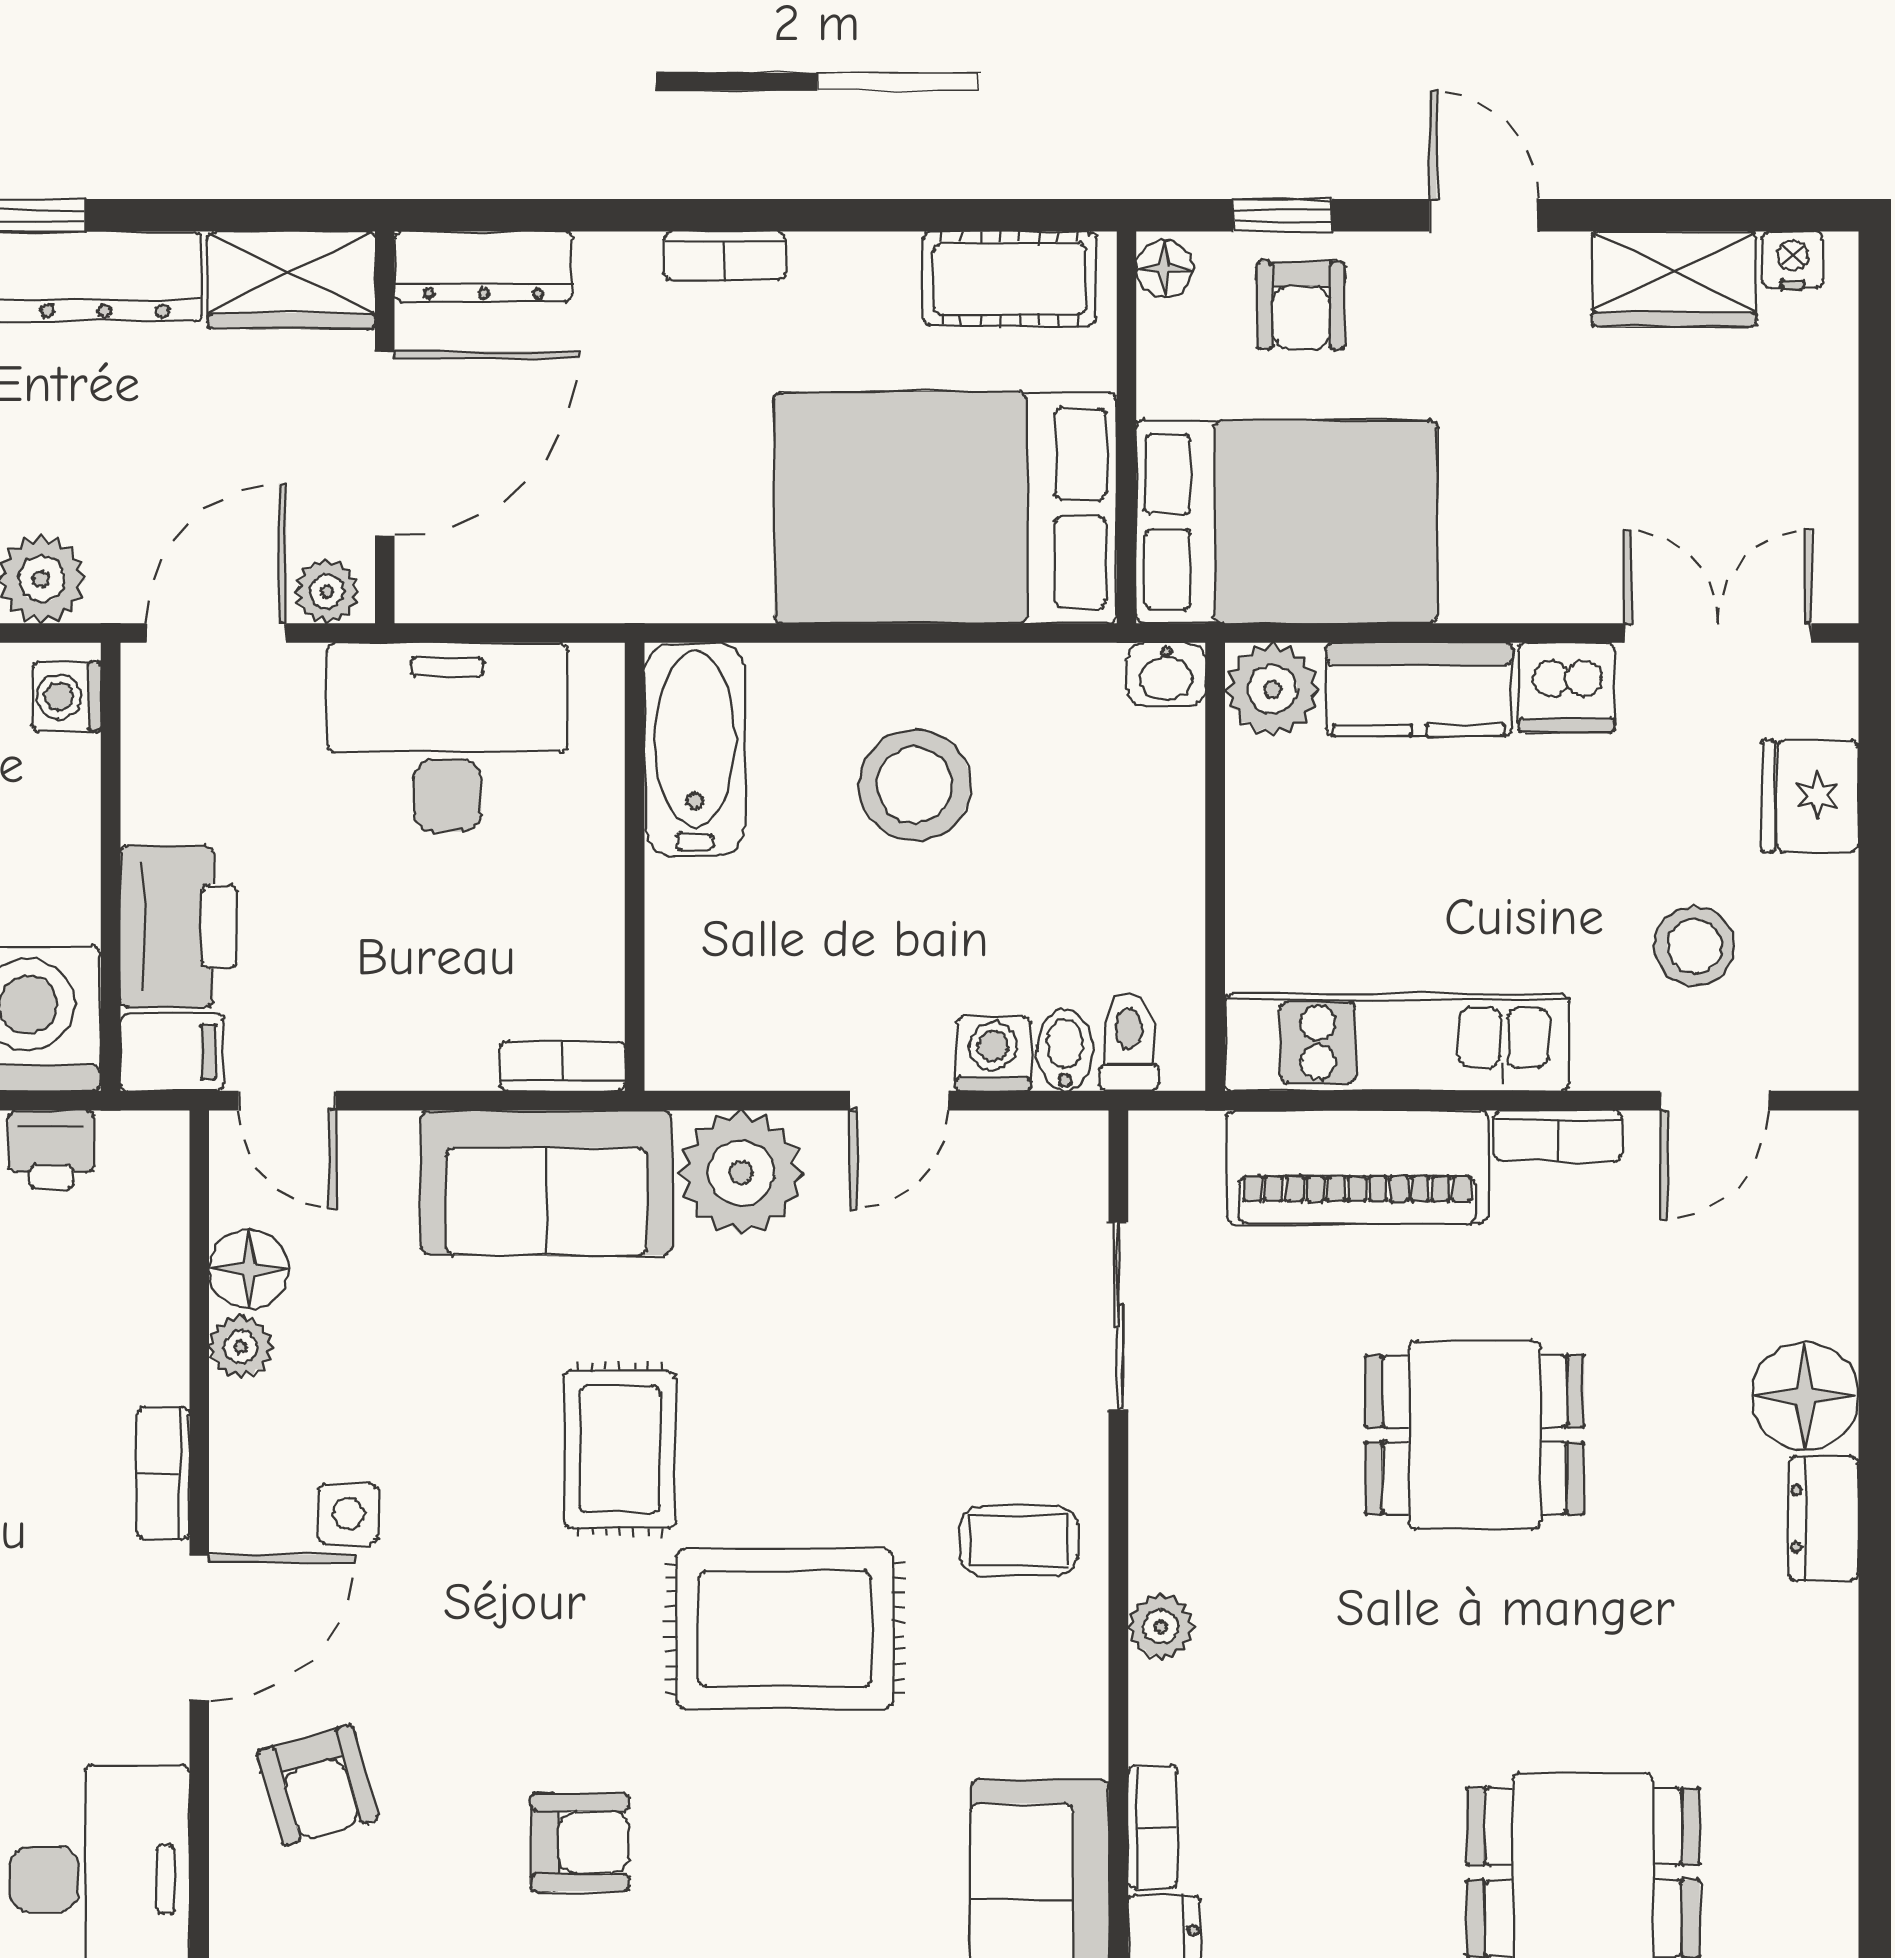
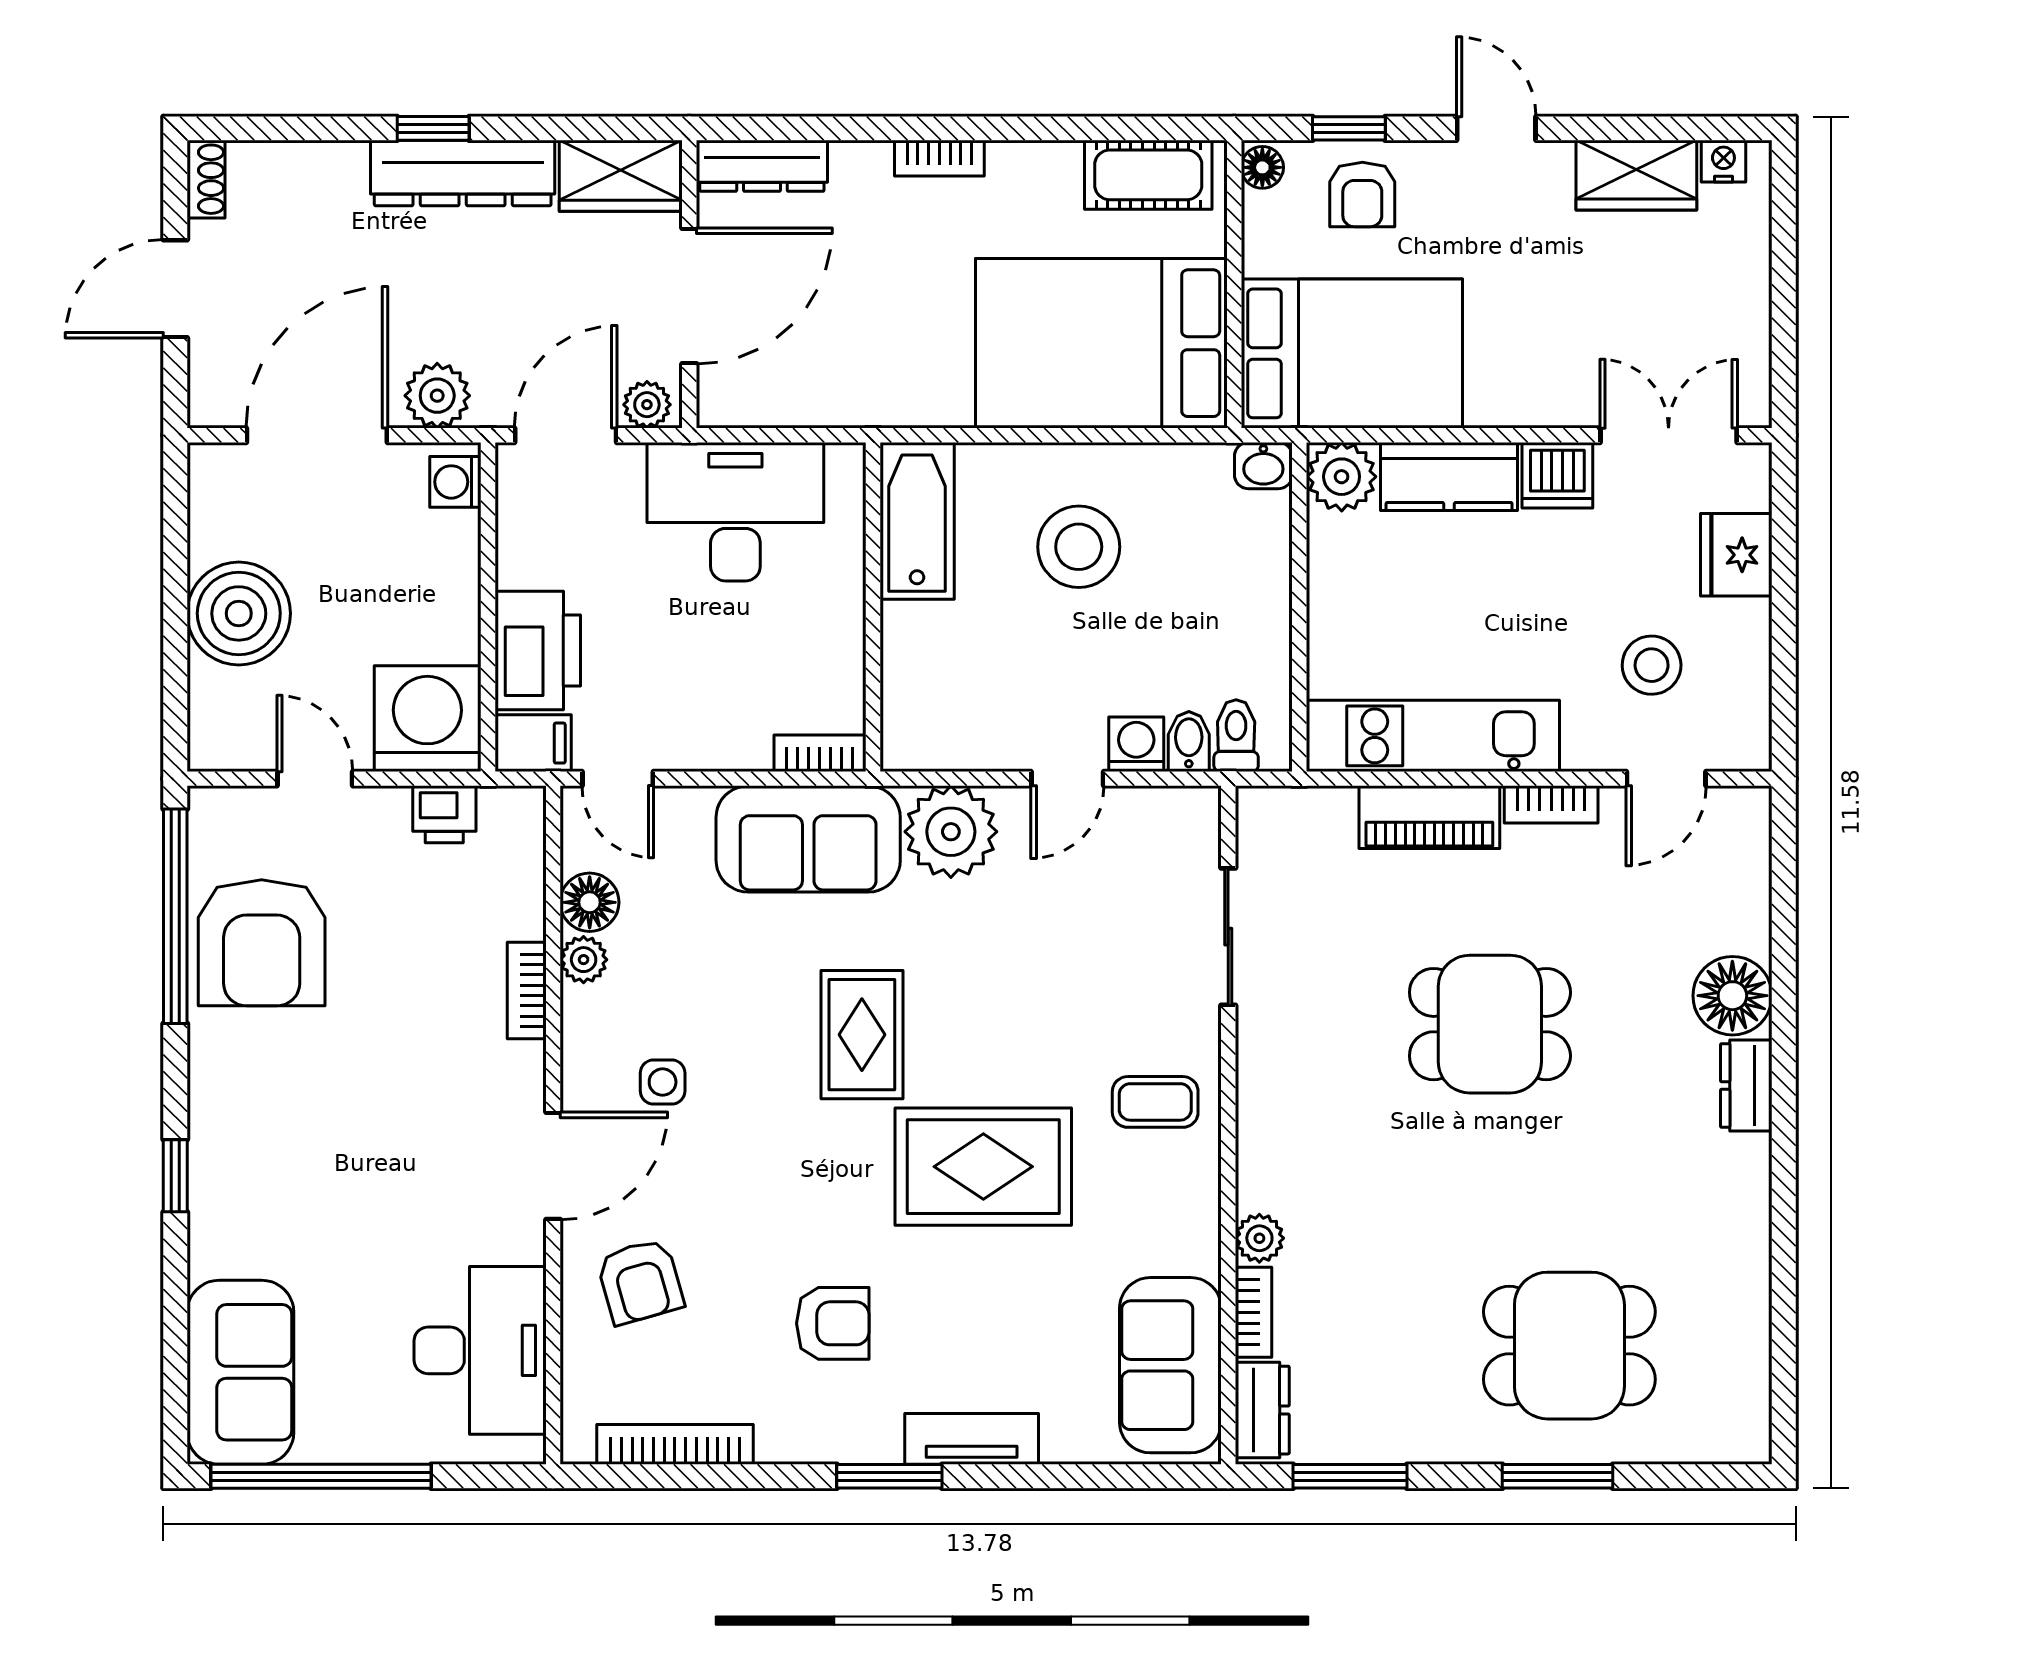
piano: (1357, 1167) -> (1429, 817), width x0.73, depth x0.75
bookcase: (163, 1473) -> (527, 990), moved
plant: (1161, 1627) -> (1259, 1238), moved

